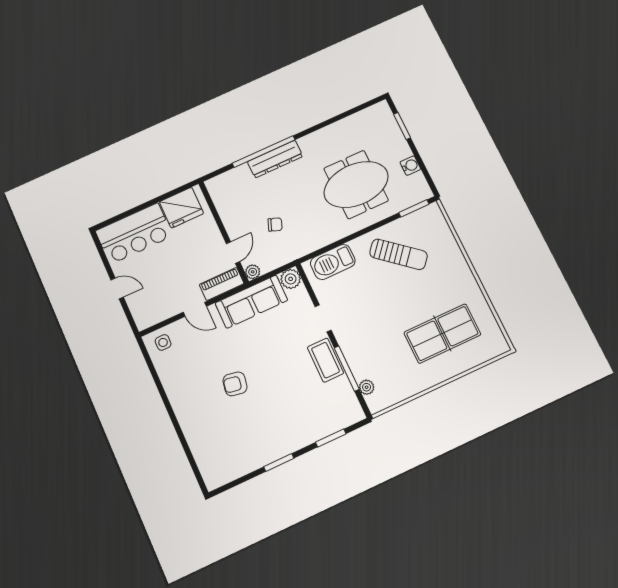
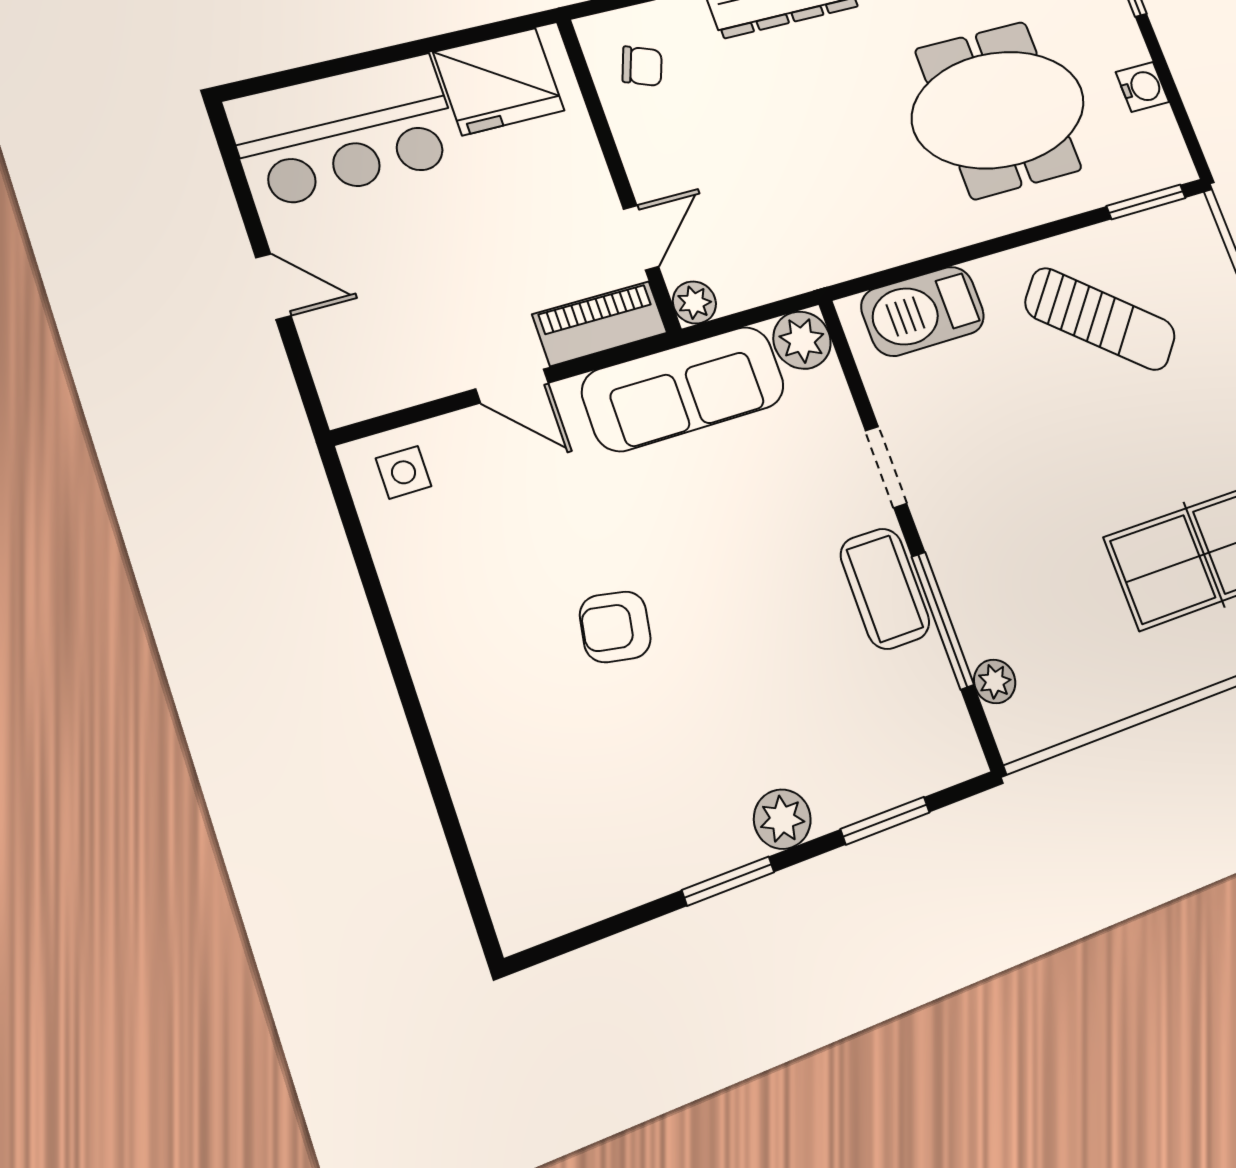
chair: (275, 225) -> (642, 66), moved
plant: (295, 441) -> (782, 819), added

